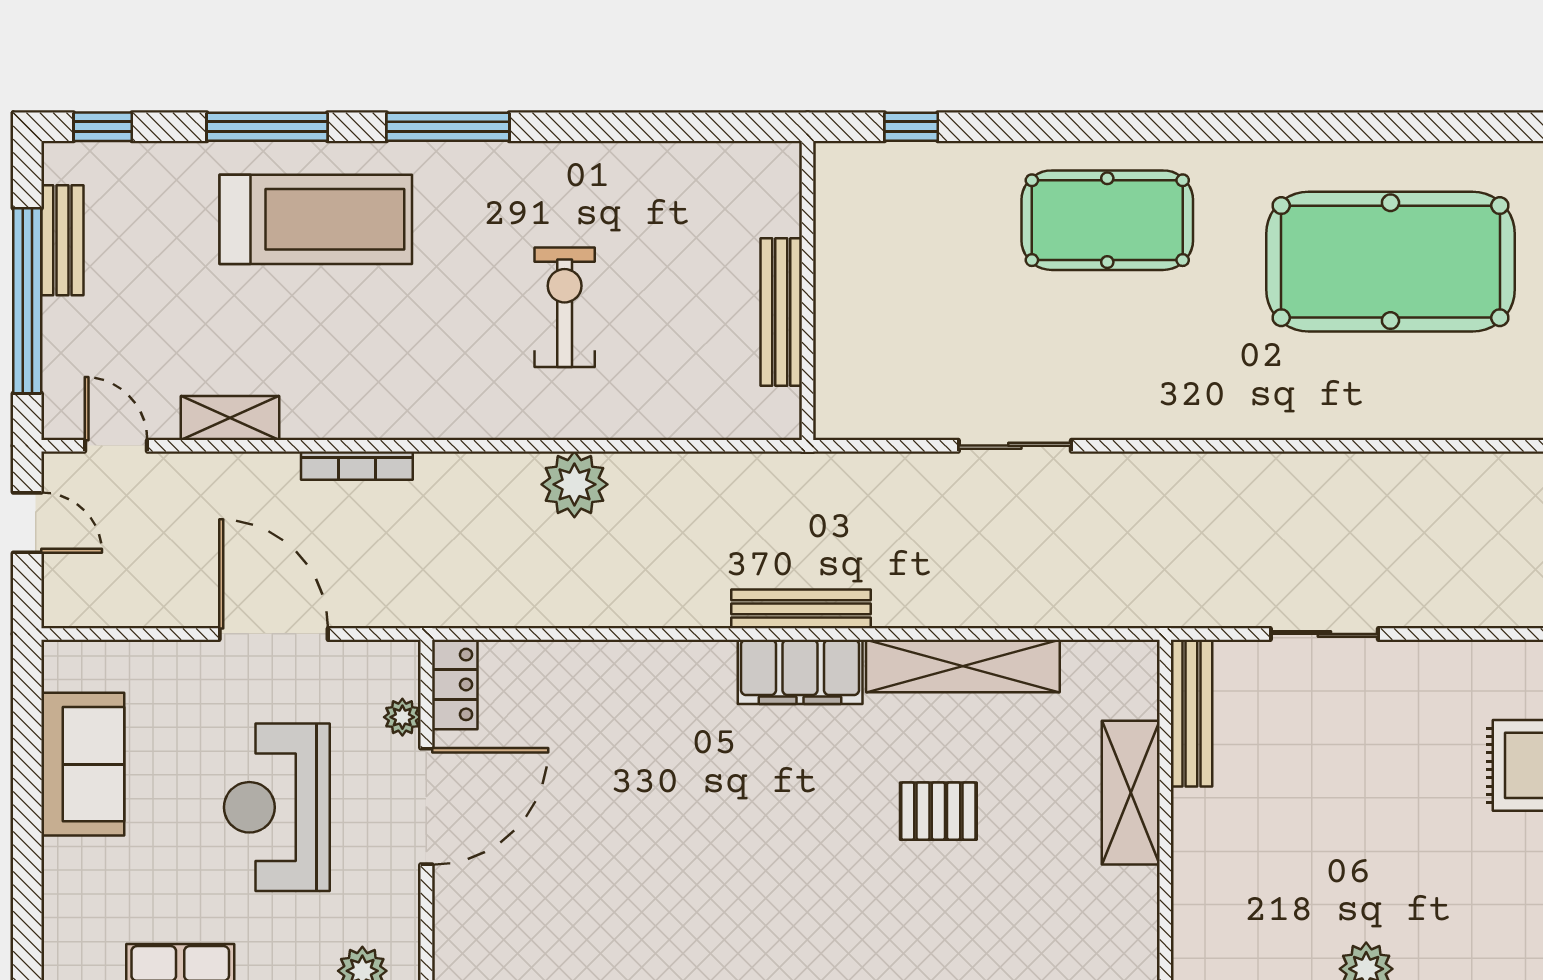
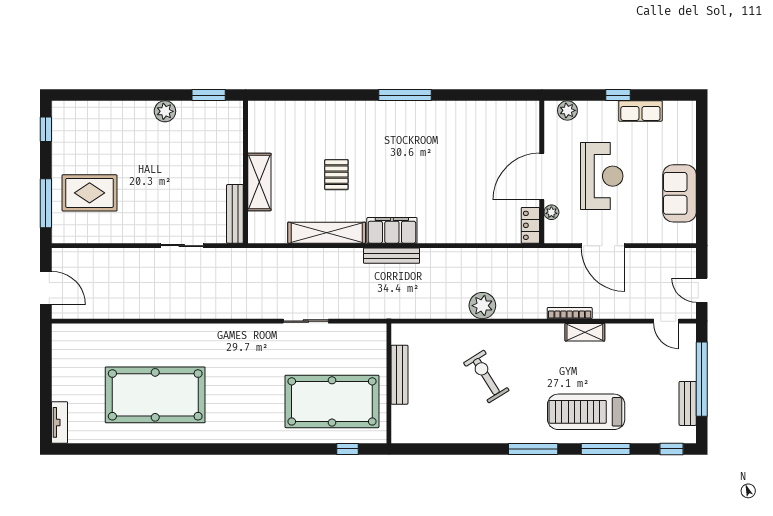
pool table: (1107, 220) -> (332, 401), moved, width x1.36, depth x1.32
exercise bike: (565, 307) -> (486, 377), turned 148
shelving: (230, 418) -> (585, 332), moved
pallet: (938, 811) -> (336, 175), turned 90

